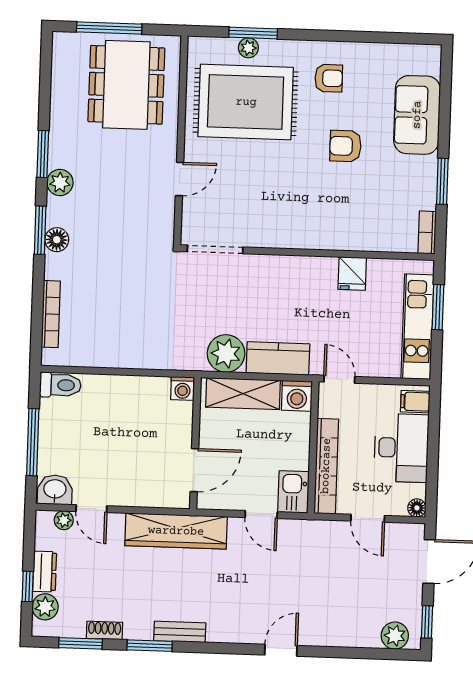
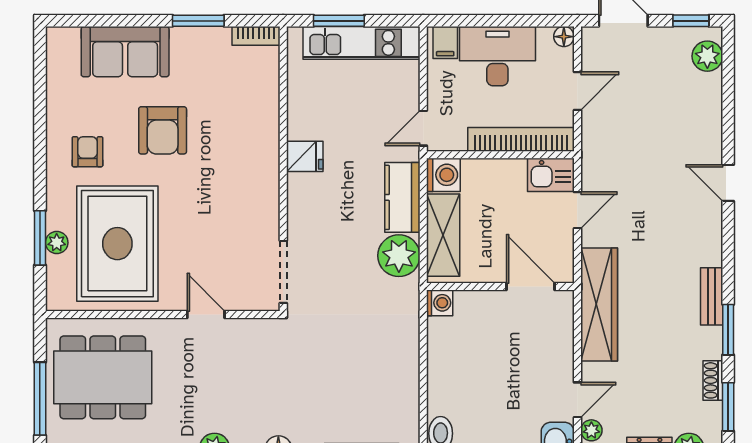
armchair: (345, 146) -> (163, 130), width x1.38, depth x1.38
fridge: (352, 274) -> (305, 156), moved

